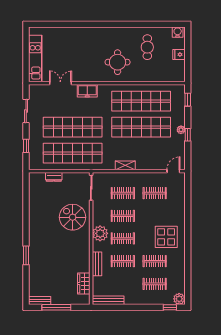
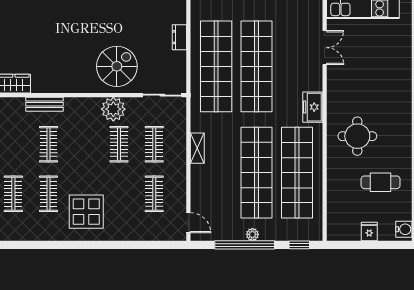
freezer: (87, 91) -> (313, 107), moved
window: (188, 135) -> (245, 245), width x3.17
plant: (100, 233) -> (113, 109), moved
clothes rail: (123, 238) -> (84, 144), removed

